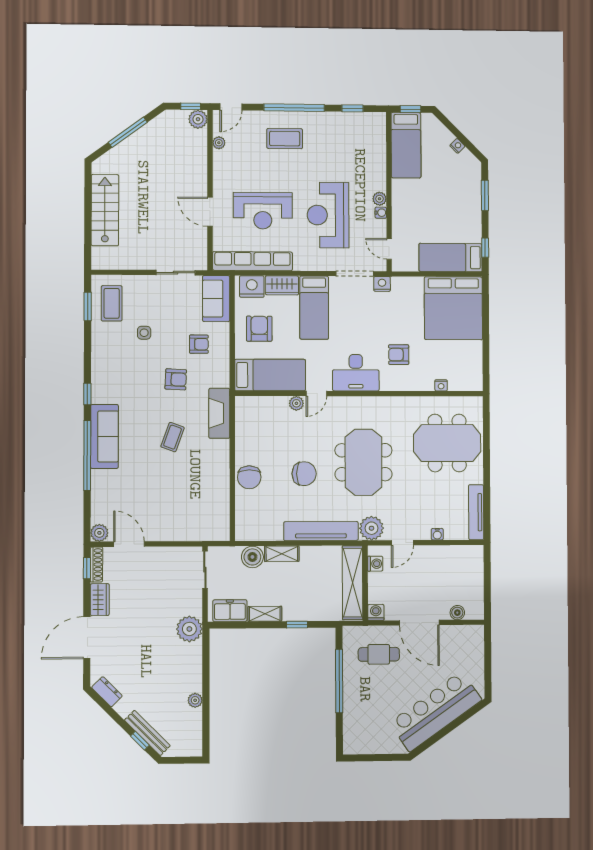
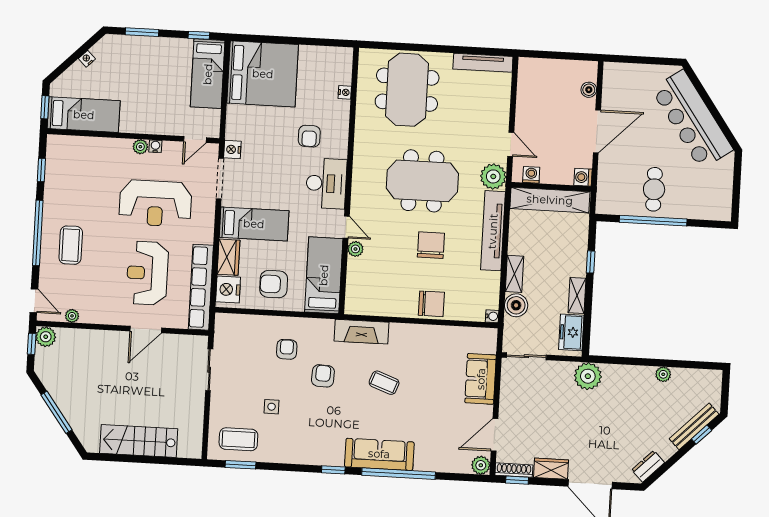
reception desk: (263, 211) -> (147, 273), turned 180
sofa: (216, 299) -> (481, 379), moved, turned 90
water cooler: (437, 534) -> (492, 316), moved
cafe table: (379, 654) -> (654, 189), moved

